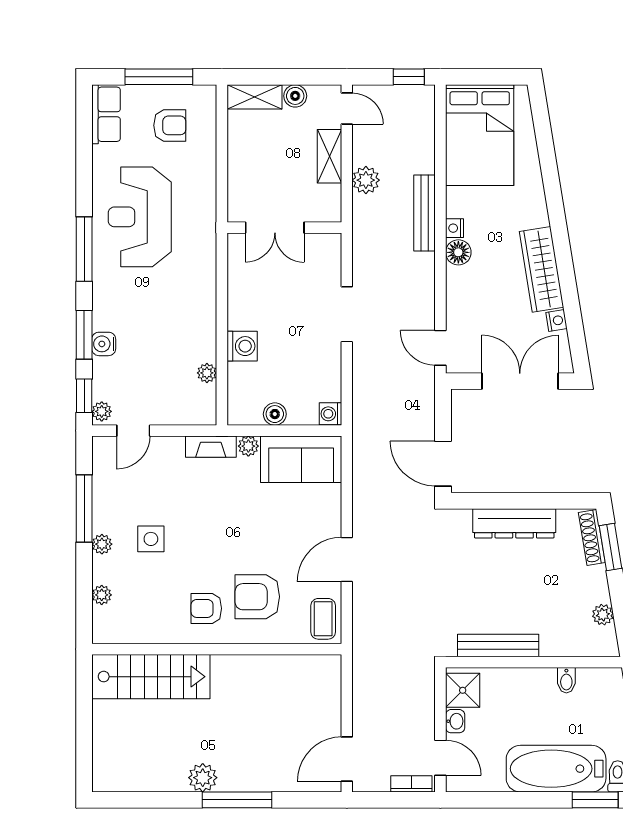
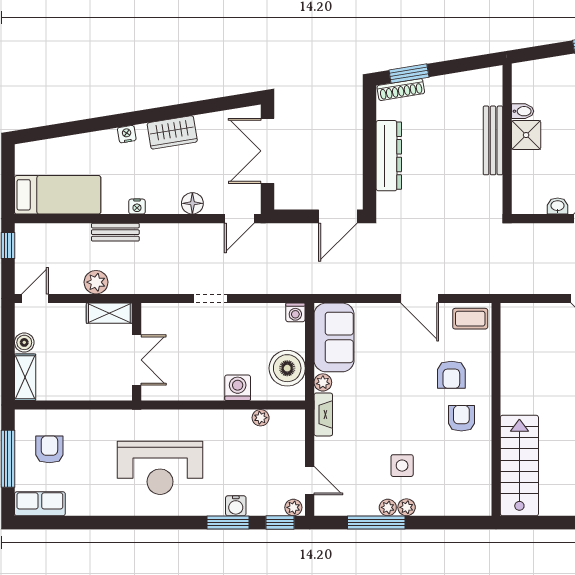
bed: (480, 135) -> (58, 195), width x0.67
shelving: (330, 156) -> (109, 313), moved
bench: (425, 213) -> (115, 232), width x0.73
reception desk: (140, 217) -> (160, 468), moved
window: (84, 249) -> (155, 523), removed
floor lamp: (458, 252) -> (192, 203), moved
wardrobe: (541, 269) -> (172, 132), width x0.67
doorway: (347, 314) -> (210, 298), width x0.73
nightstand: (556, 321) -> (127, 134), moved
boiler: (275, 414) -> (287, 368), width x1.86, depth x1.86
plant: (102, 595) -> (388, 507), moved
armchair: (257, 597) -> (451, 375), width x0.72, depth x0.72
armchair: (206, 608) -> (461, 418), turned 180
plant: (603, 615) -> (467, 80), removed
bench: (498, 646) -> (493, 140), moved
shower: (463, 690) -> (526, 135), moved

